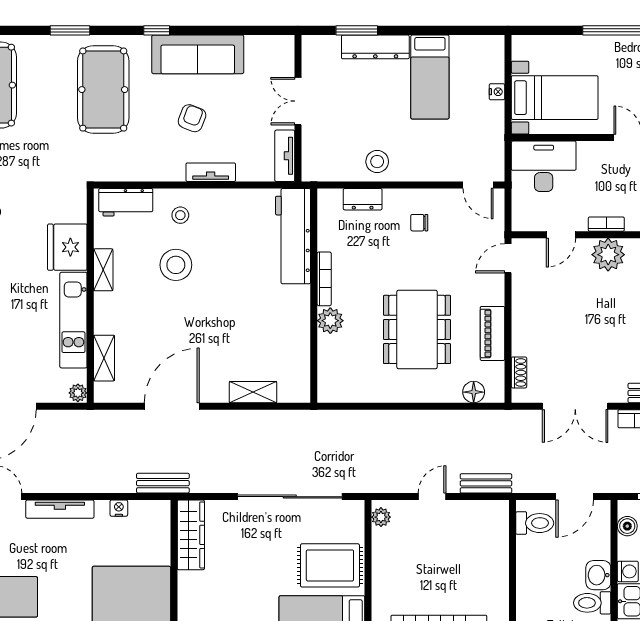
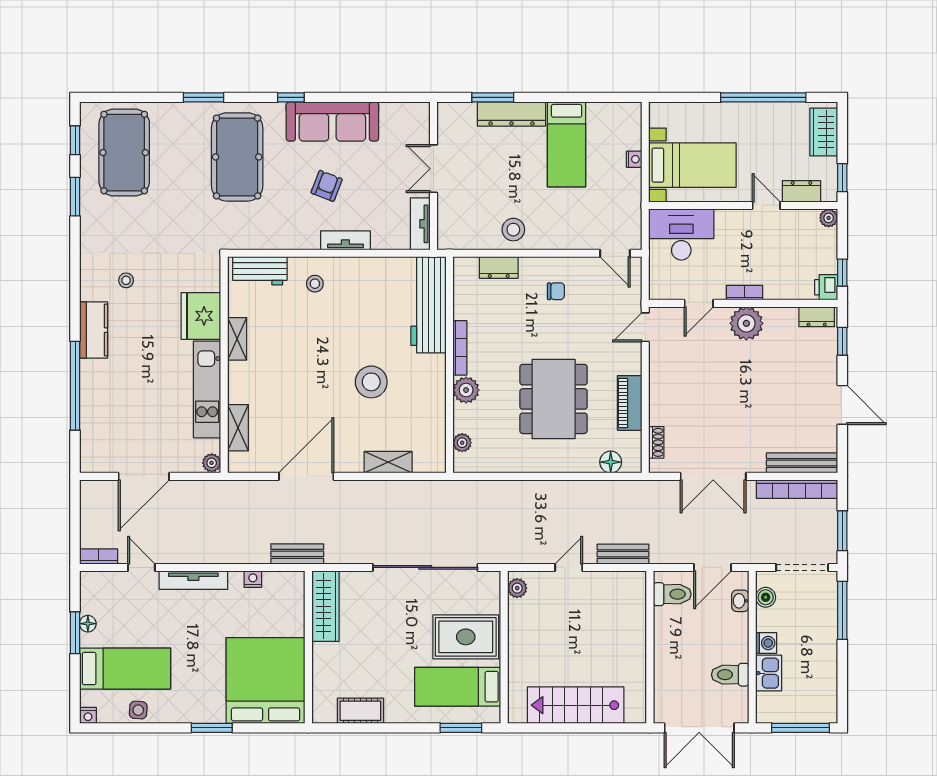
chair: (419, 223) -> (556, 291), turned 180
stool: (176, 265) -> (371, 382), moved
plant: (326, 373) -> (462, 443), added
washbasin: (598, 575) -> (740, 601), moved, width x0.72, depth x0.69

